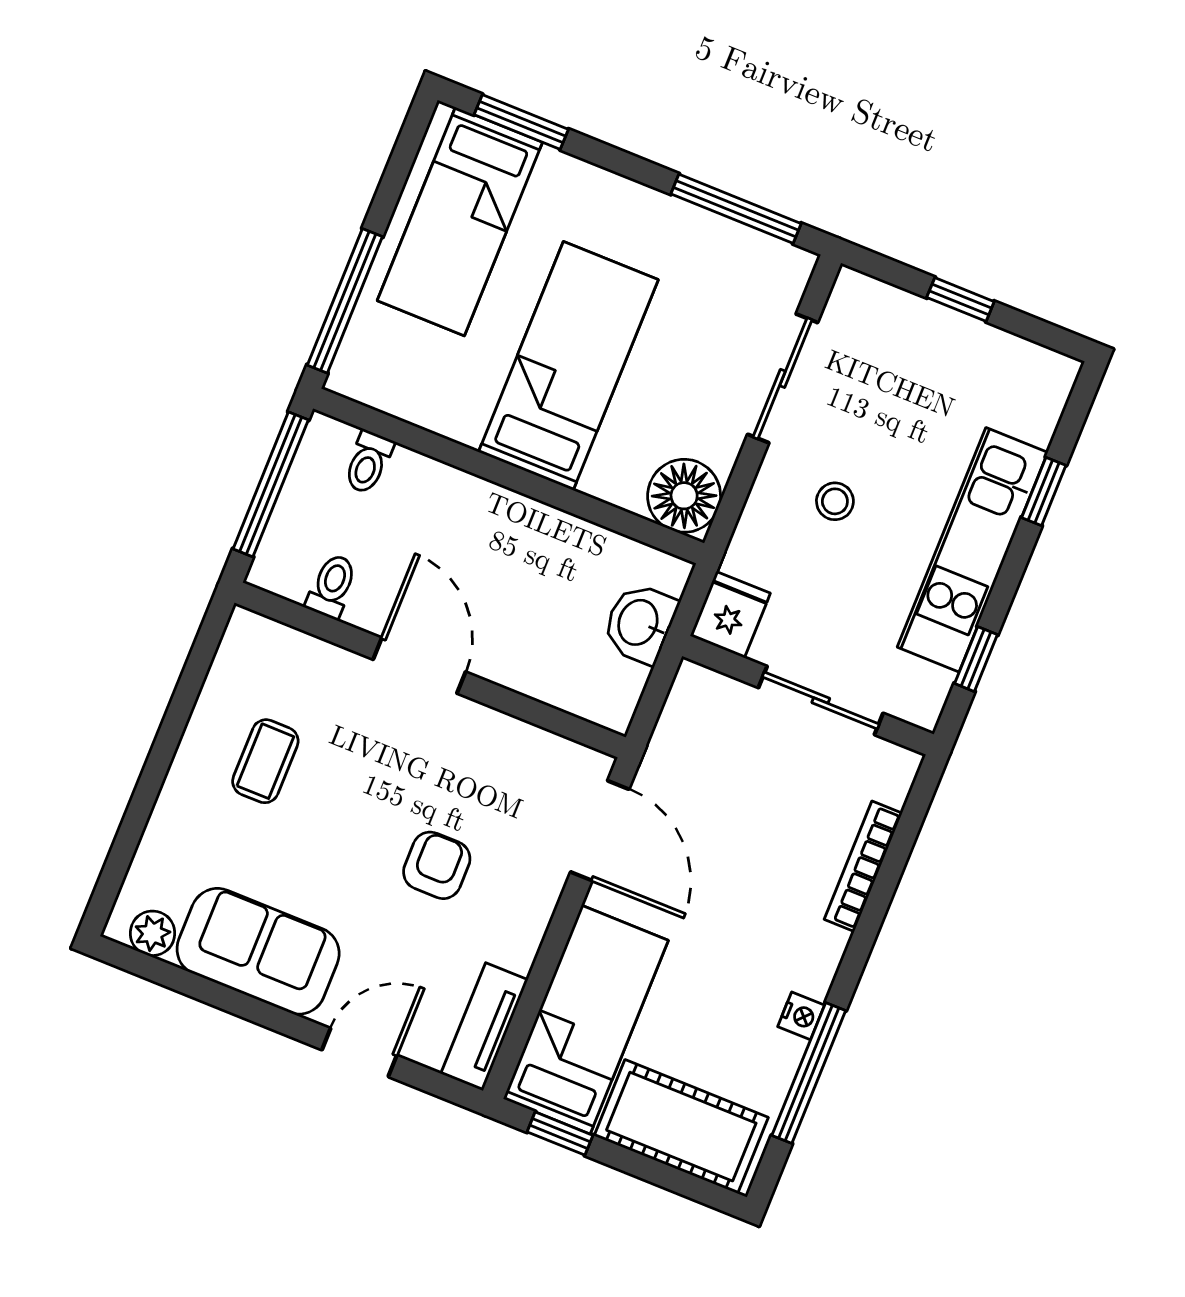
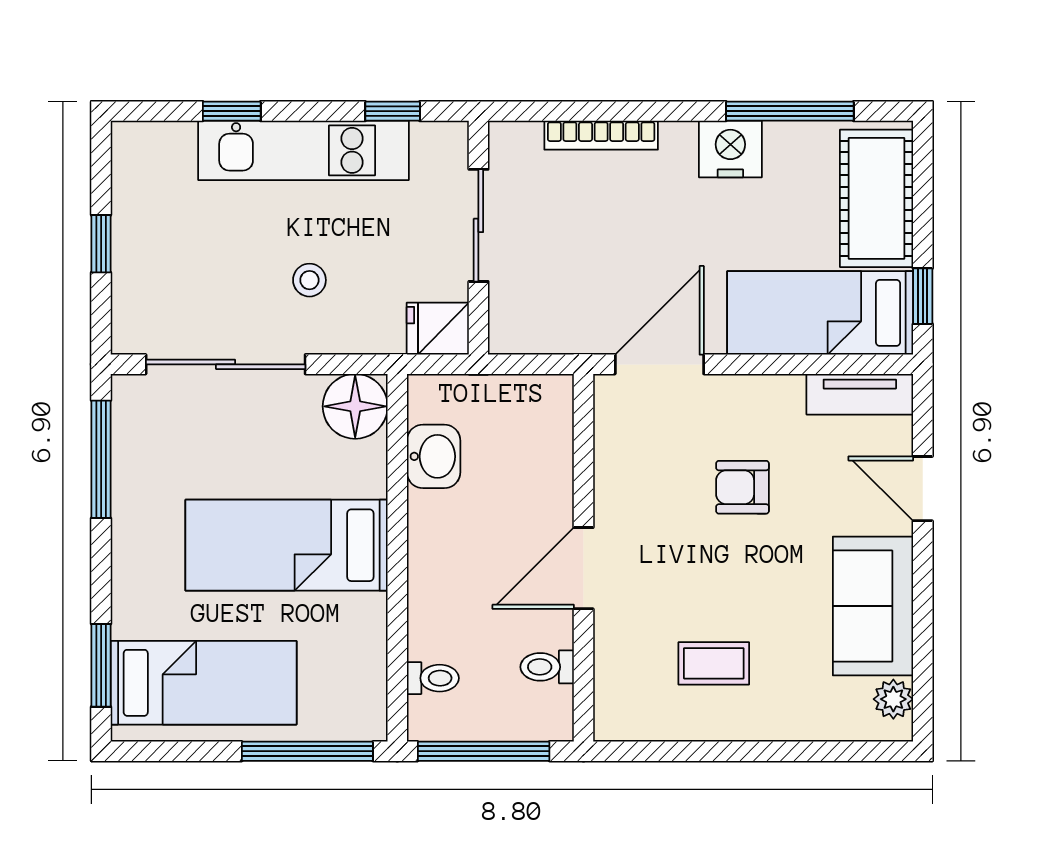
sliding door: (783, 378) -> (226, 364), width x1.37
washbasin: (640, 623) -> (434, 456), moved, turned -90
nightstand: (801, 1016) -> (730, 149), width x1.89, depth x1.79

